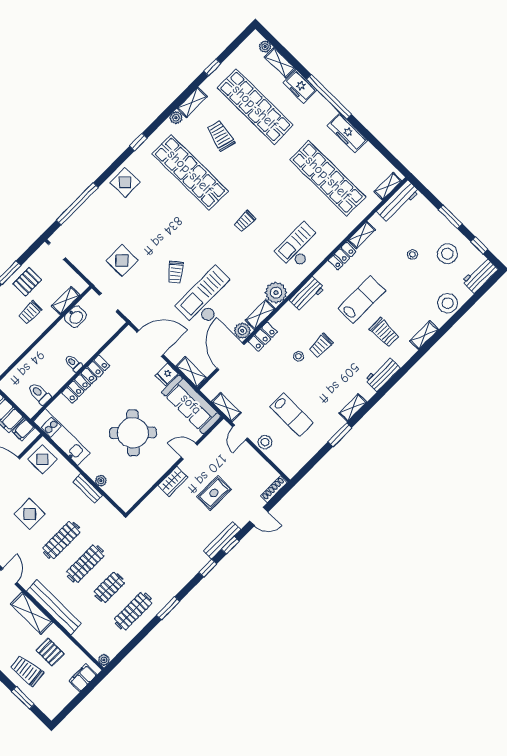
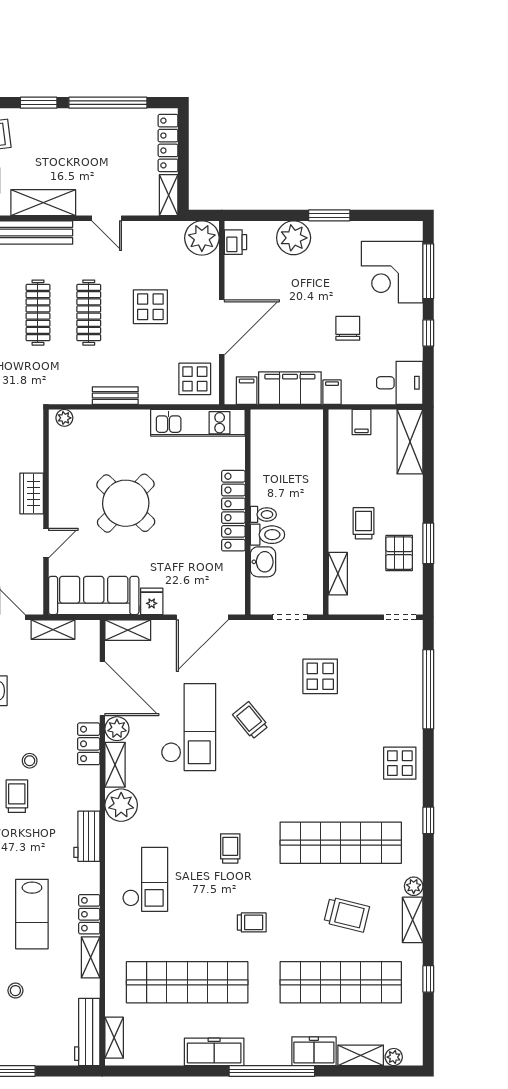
trolley: (269, 176) -> (252, 922), added
lab bench: (362, 299) -> (32, 914), moved
washbasin: (75, 317) -> (263, 562), moved, turned 180
toilet: (39, 394) -> (267, 535), moved
plant: (101, 481) -> (64, 418), moved

